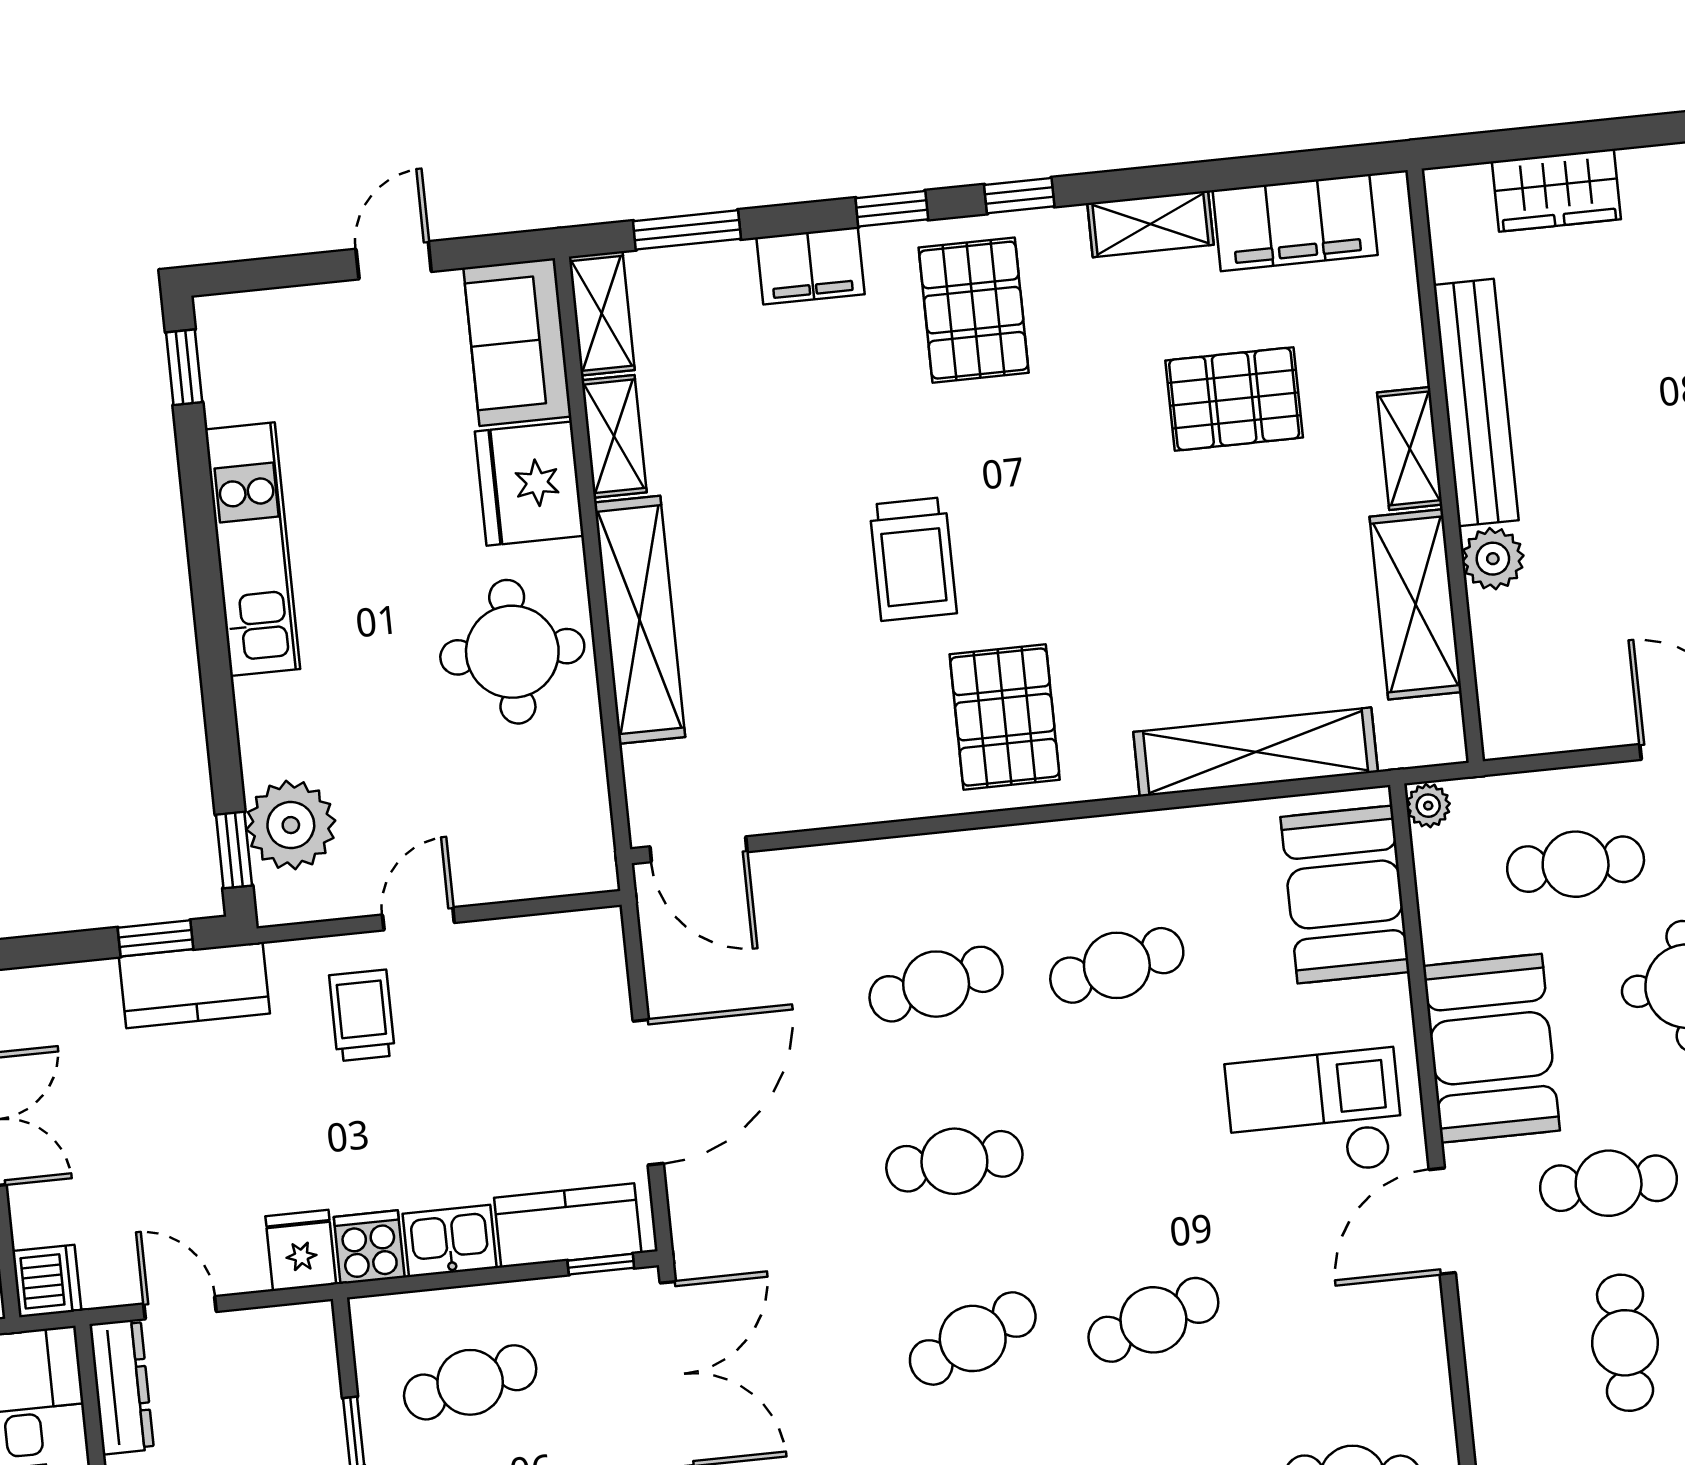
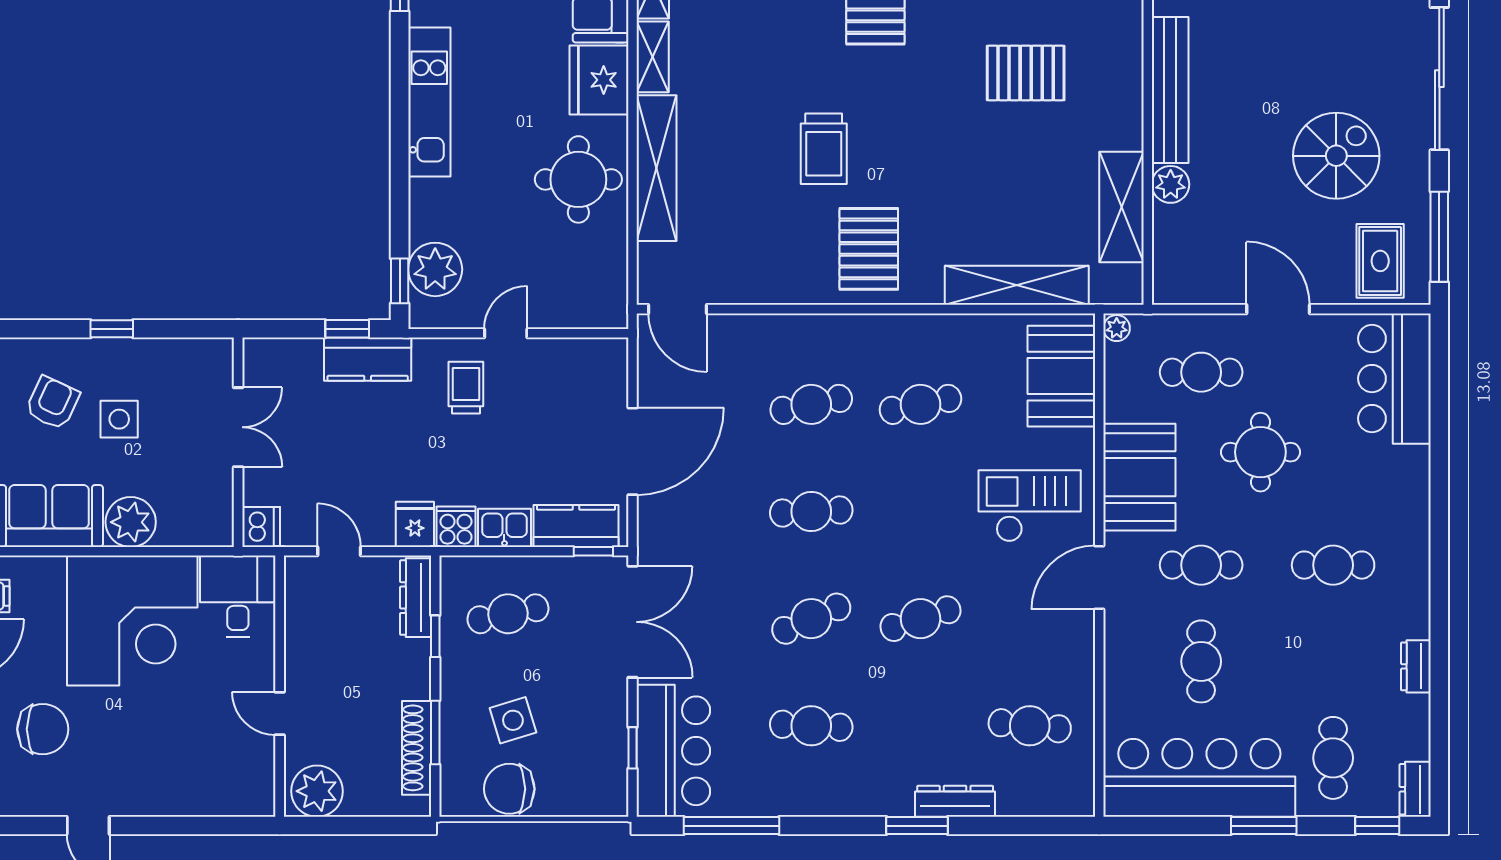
shelving: (1410, 448) -> (1128, 113), removed
dresser: (122, 1387) -> (416, 598), moved, turned 180

